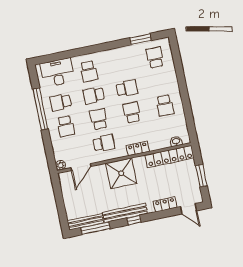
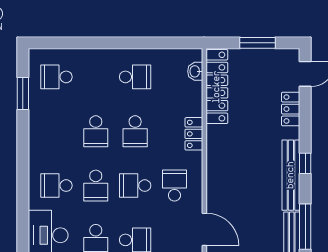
school desk: (89, 71) -> (56, 186), turned 180
school desk: (127, 88) -> (96, 131), turned 180
school desk: (132, 112) -> (135, 131), turned -90
shower: (121, 173) -> (227, 168), removed

